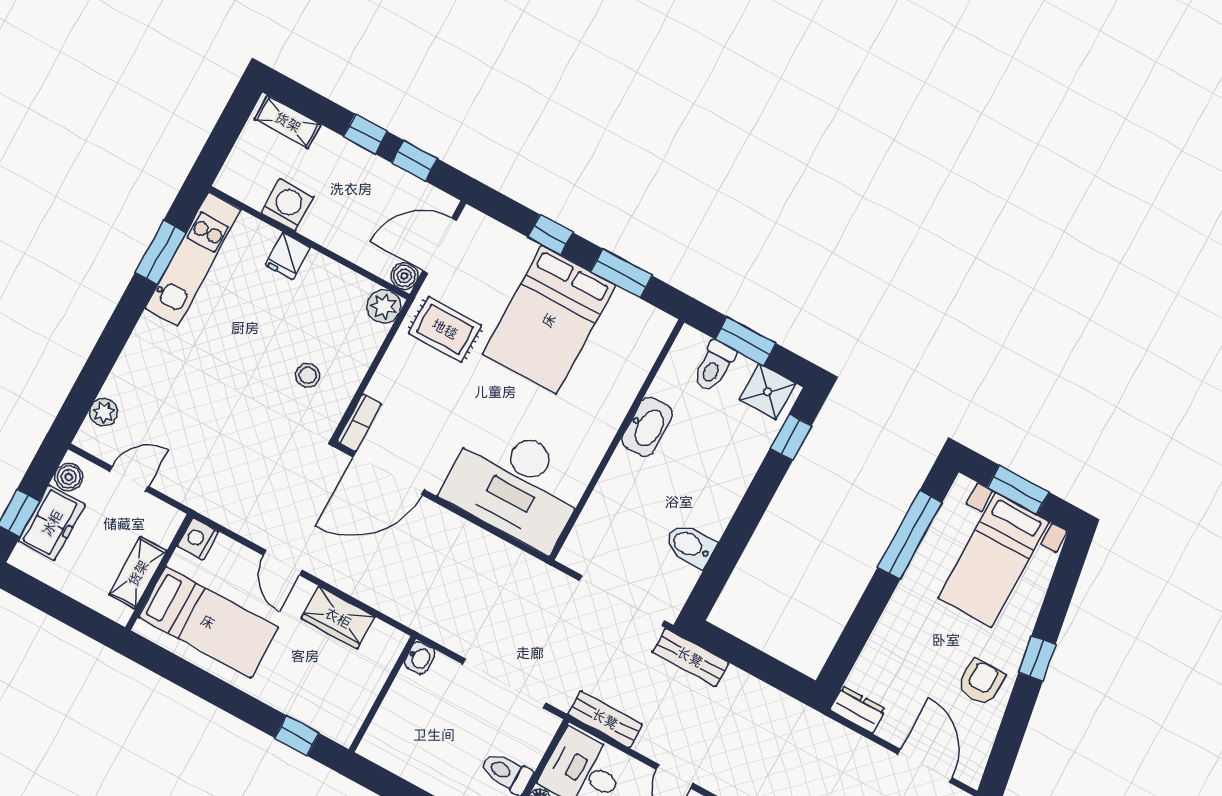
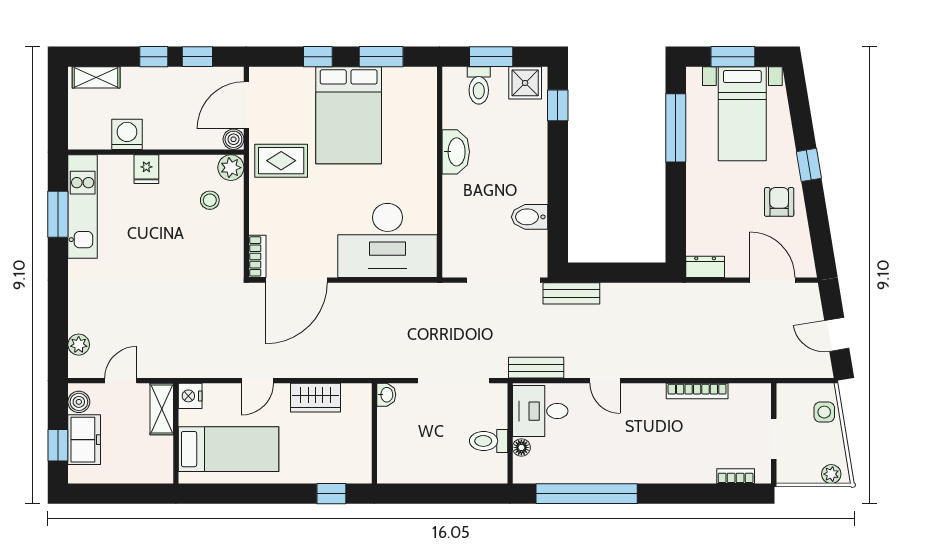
stool: (308, 375) -> (210, 200), moved
door: (283, 563) -> (257, 381), hinge flipped
shelving: (138, 573) -> (162, 409), moved

